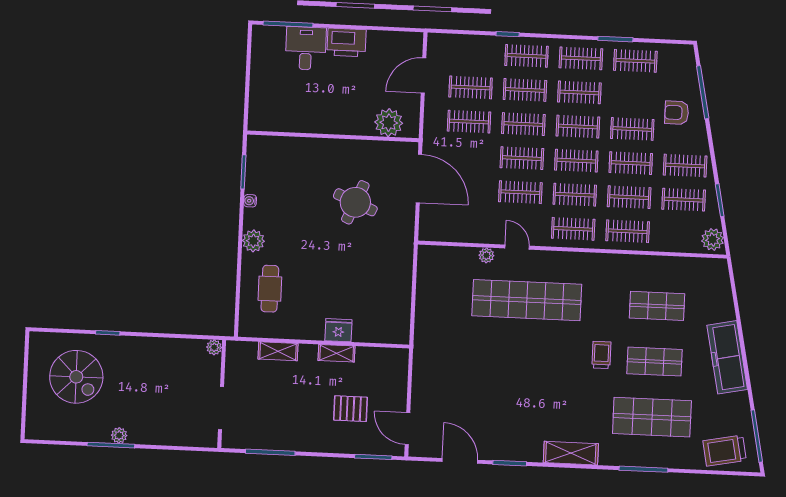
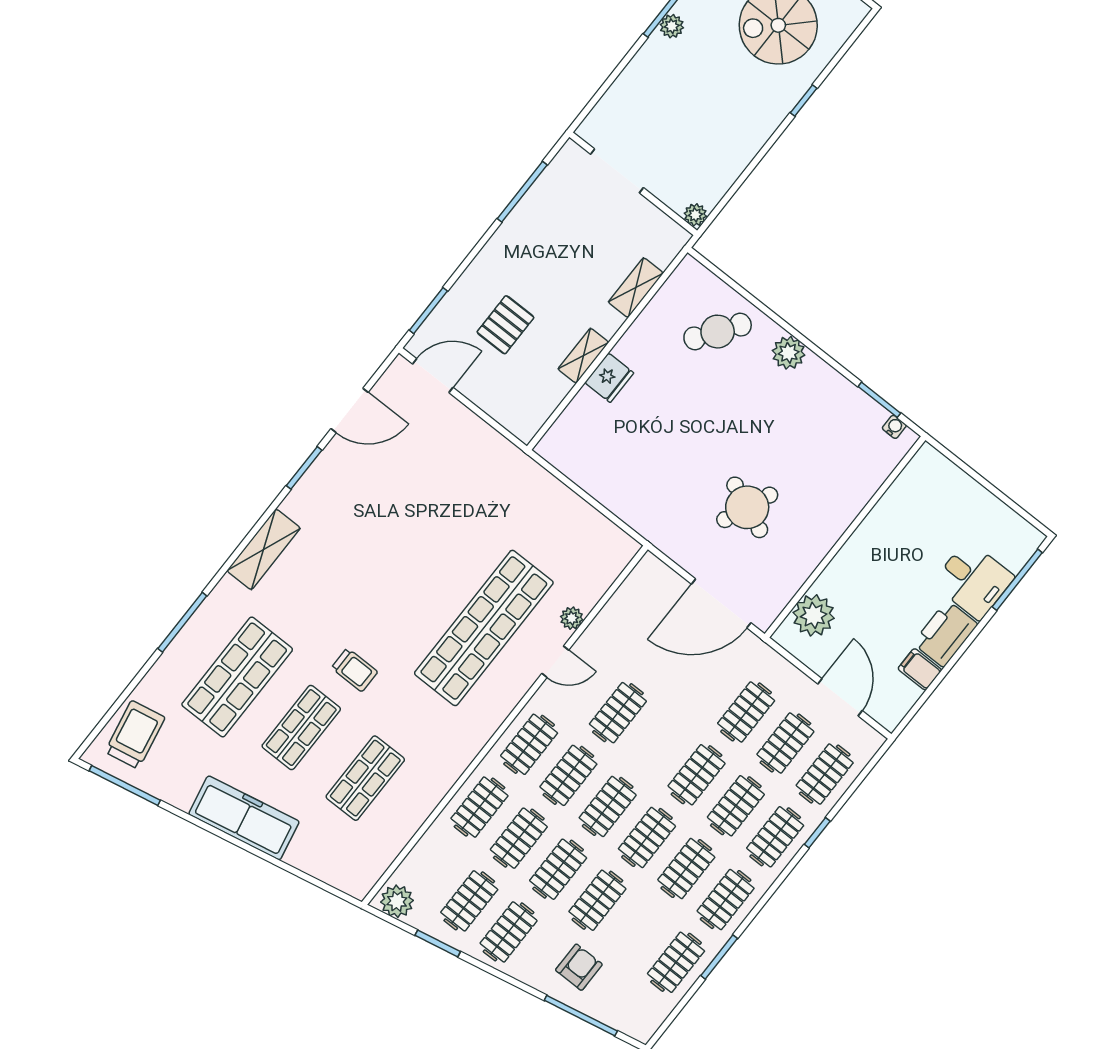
filing cabinet: (376, 42) -> (920, 669), added
clothes rail: (522, 158) -> (825, 774), moved
water cooler: (250, 201) -> (894, 427), moved
cafe table: (270, 289) -> (718, 332), turned -55

